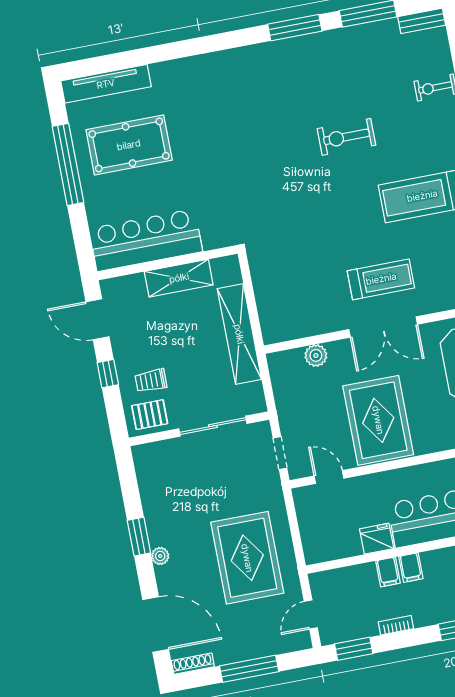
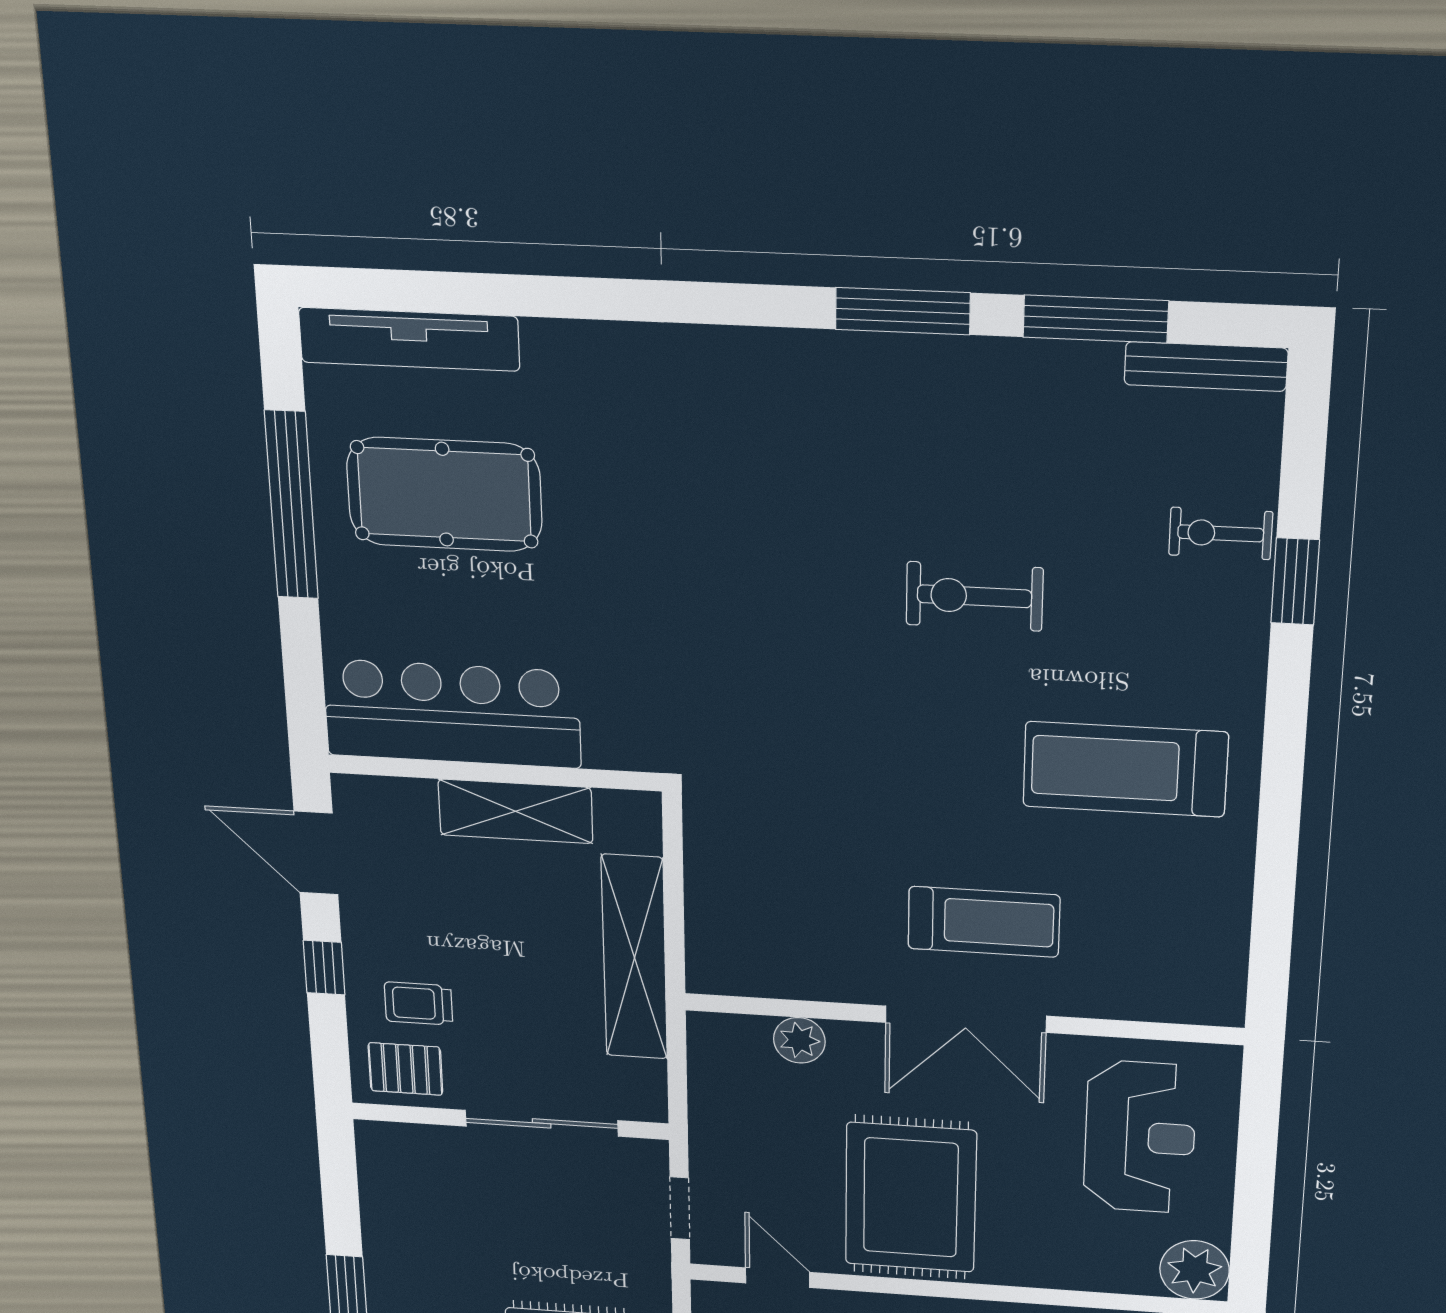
bench: (422, 21) -> (1206, 367), width x1.36

